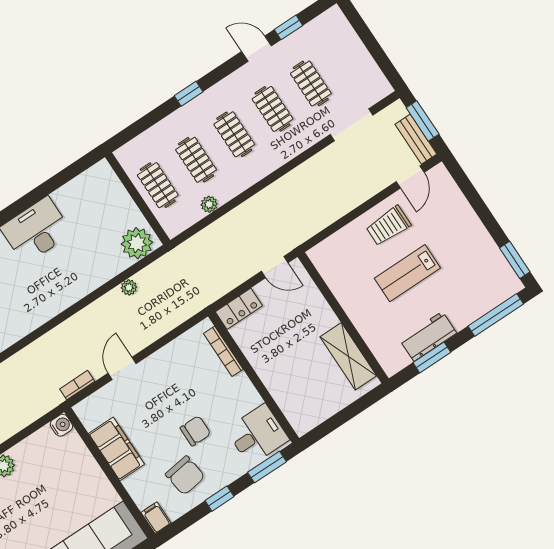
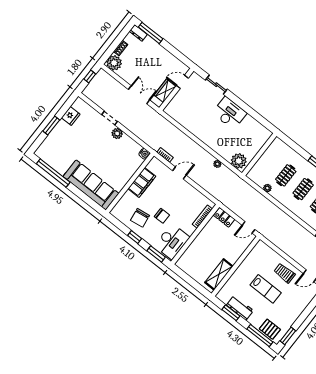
clothes rail: (158, 185) -> (268, 162), removed
door: (275, 267) -> (249, 227), hinge flipped
lab bench: (407, 273) -> (266, 289), turned 180
pallet: (490, 291) -> (270, 329), added
desk: (257, 435) -> (172, 241), width x1.37
filing cabinet: (156, 518) -> (116, 211), removed

